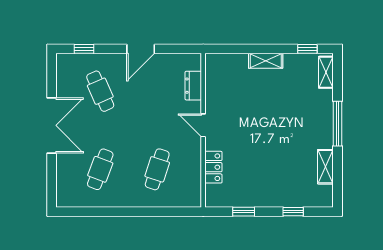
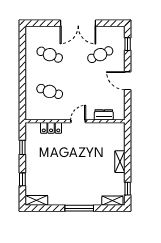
shelving: (325, 167) -> (36, 200), moved

